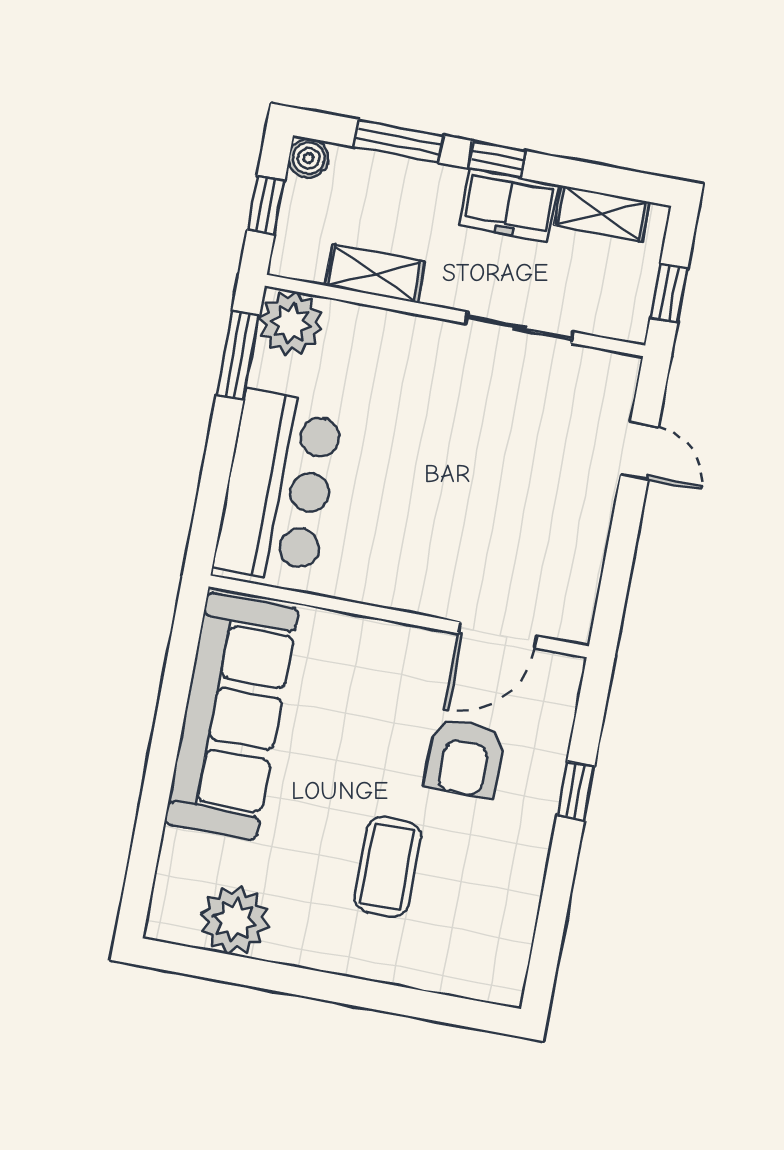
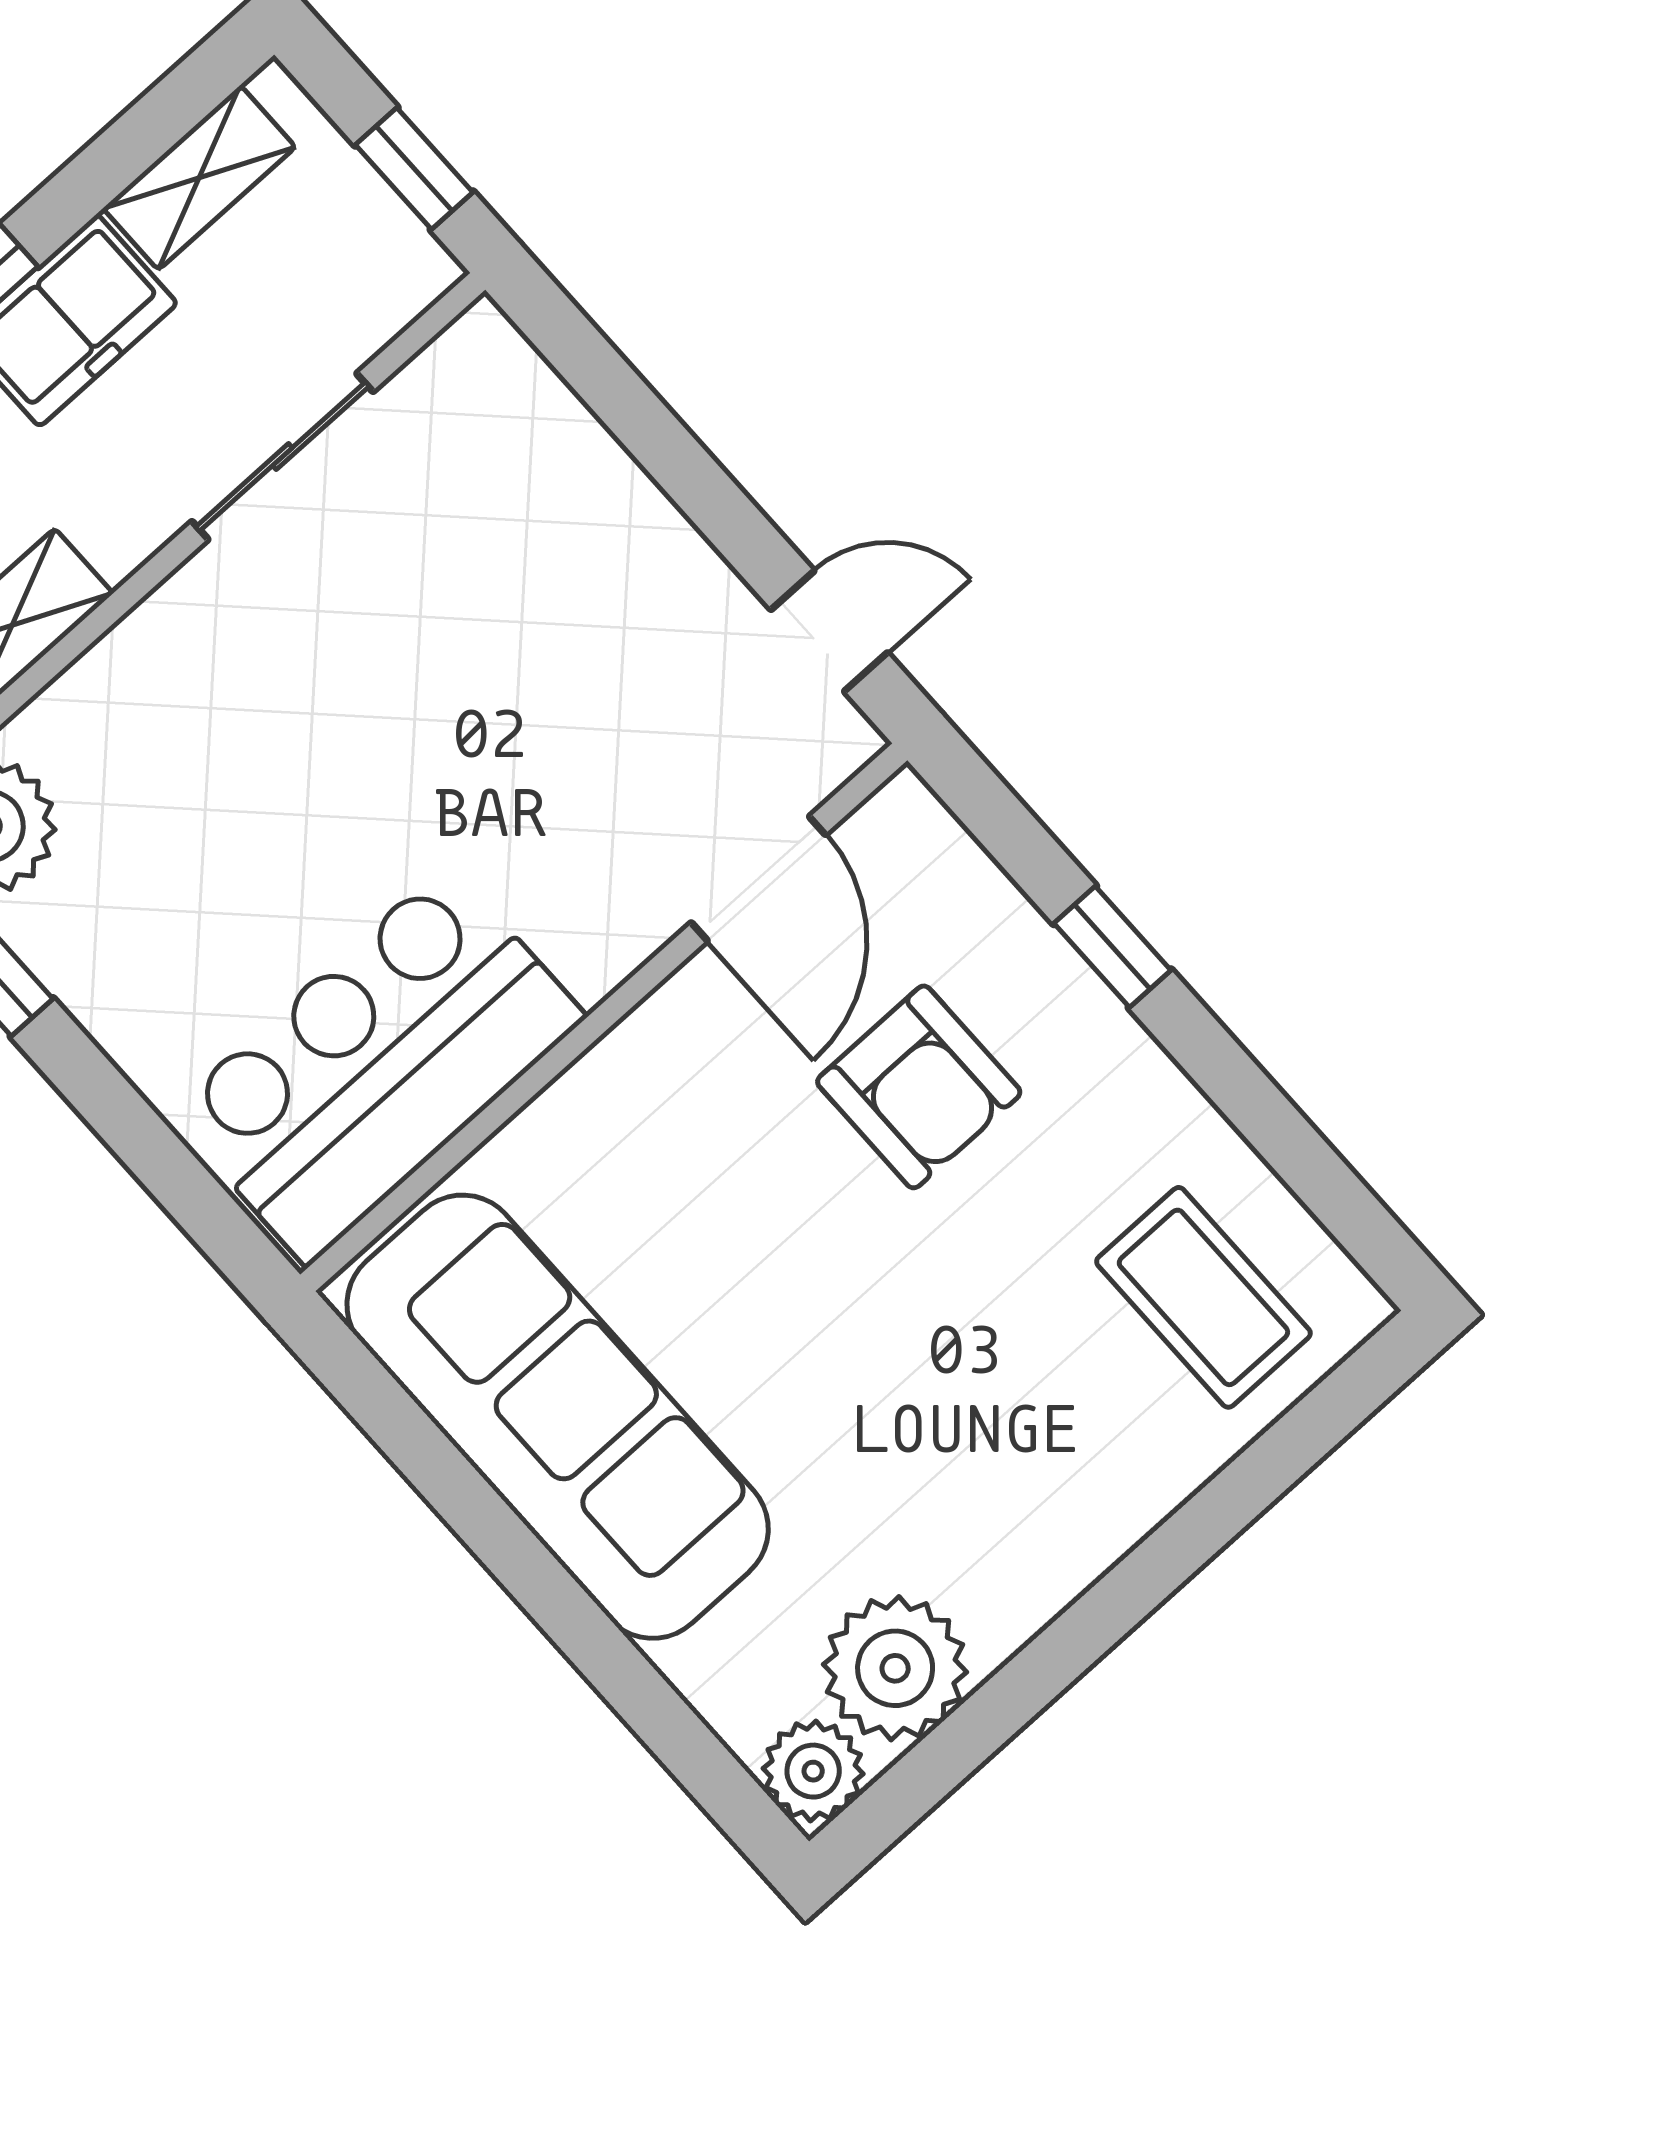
door: (639, 451) -> (829, 631), moved
bar counter: (279, 487) -> (377, 1065), moved, turned -90
coffee table: (388, 867) -> (1203, 1297), moved
plant: (171, 919) -> (813, 1771), added

